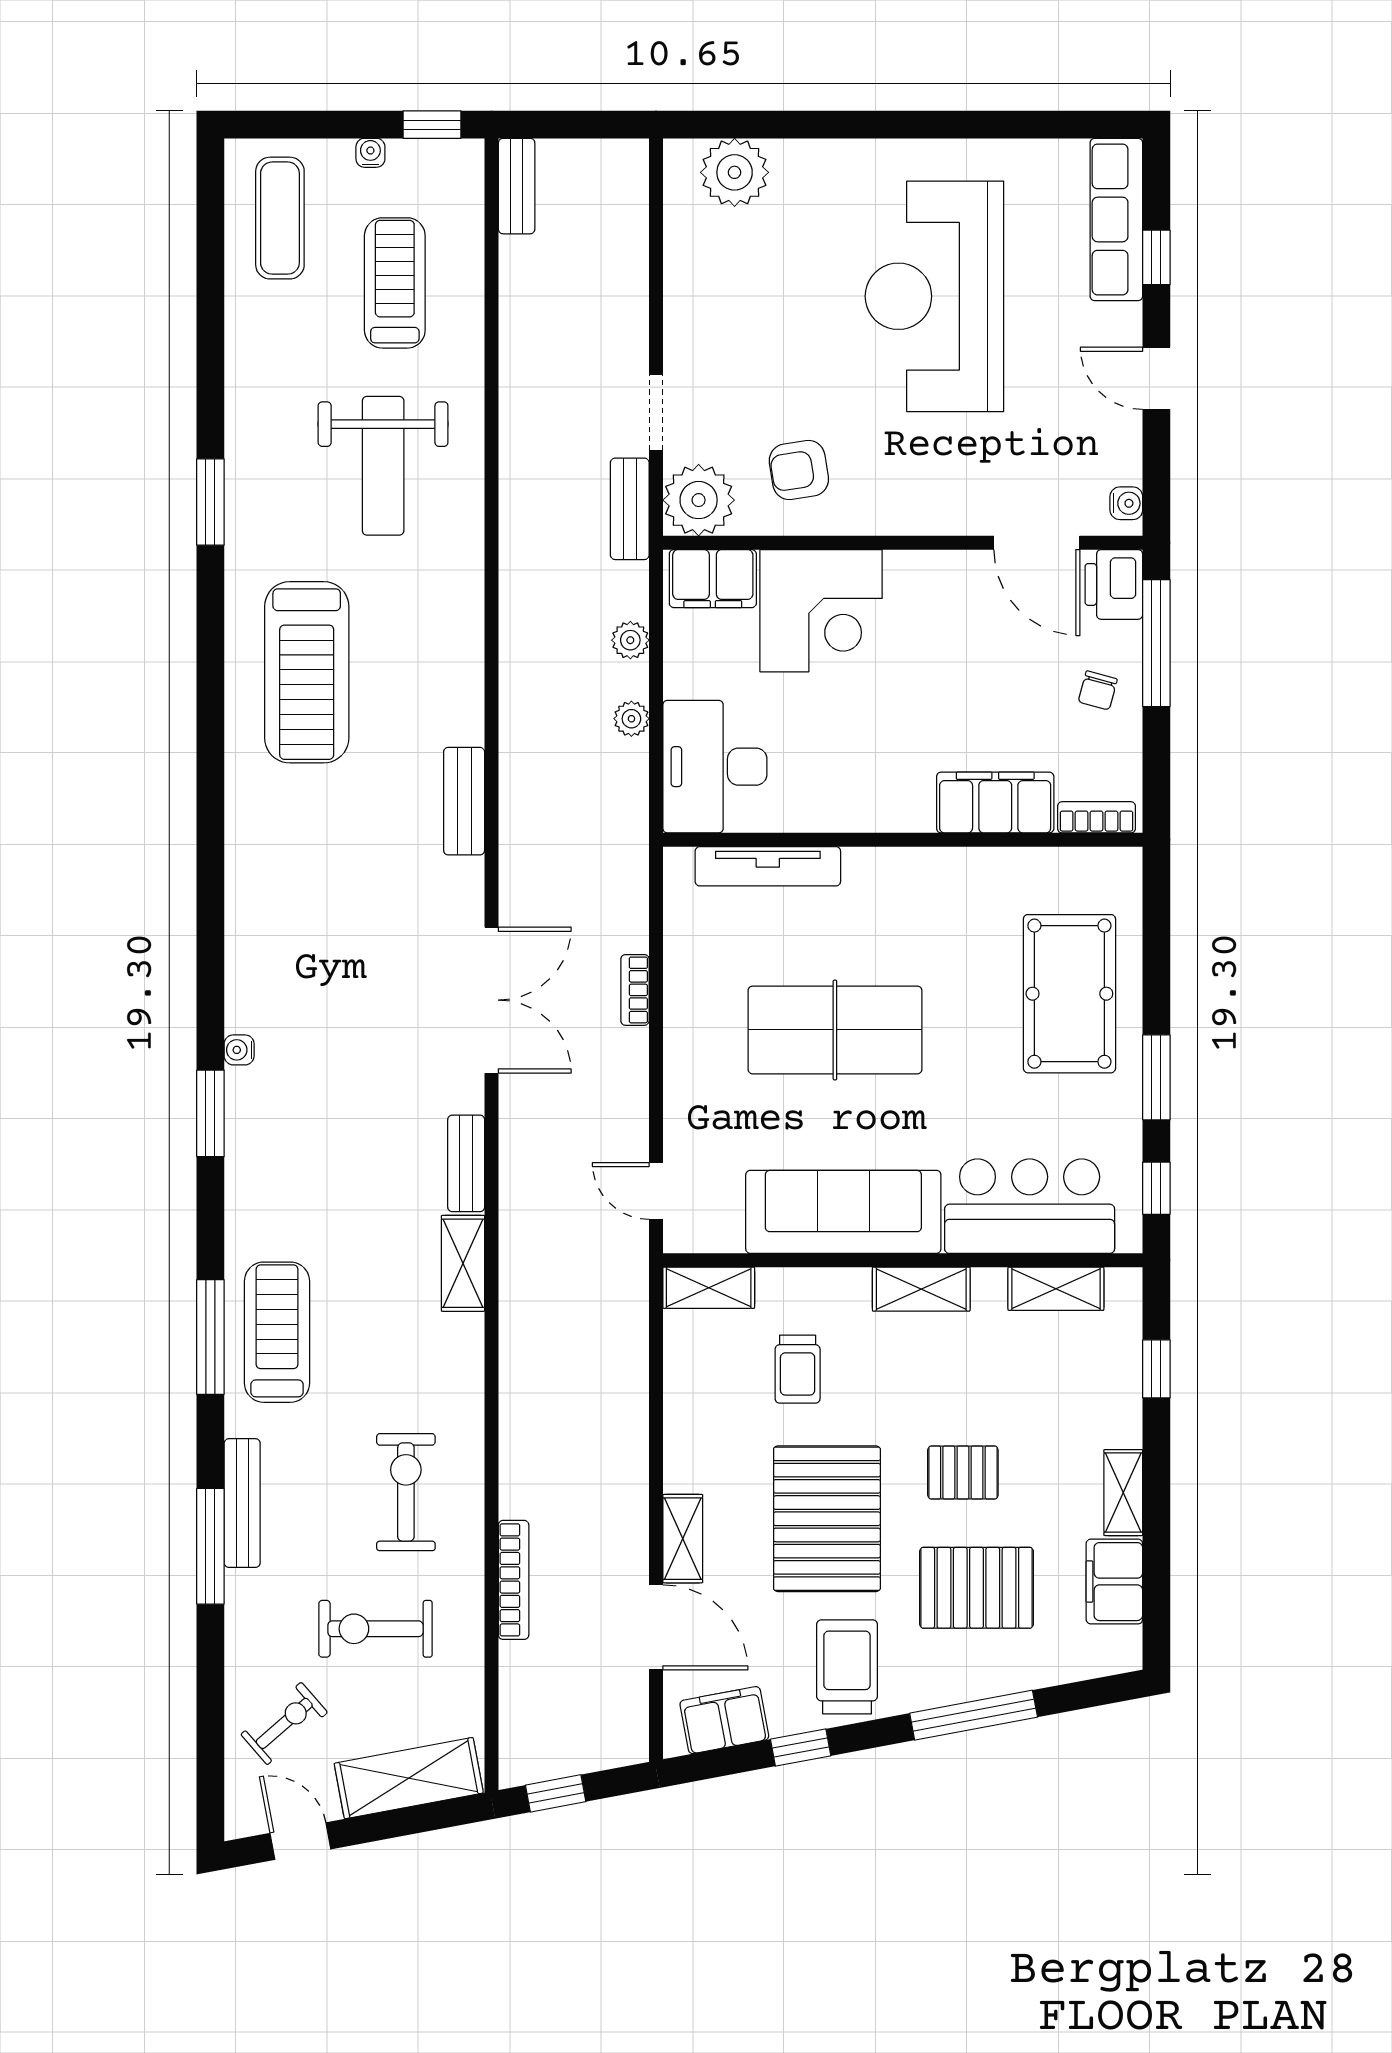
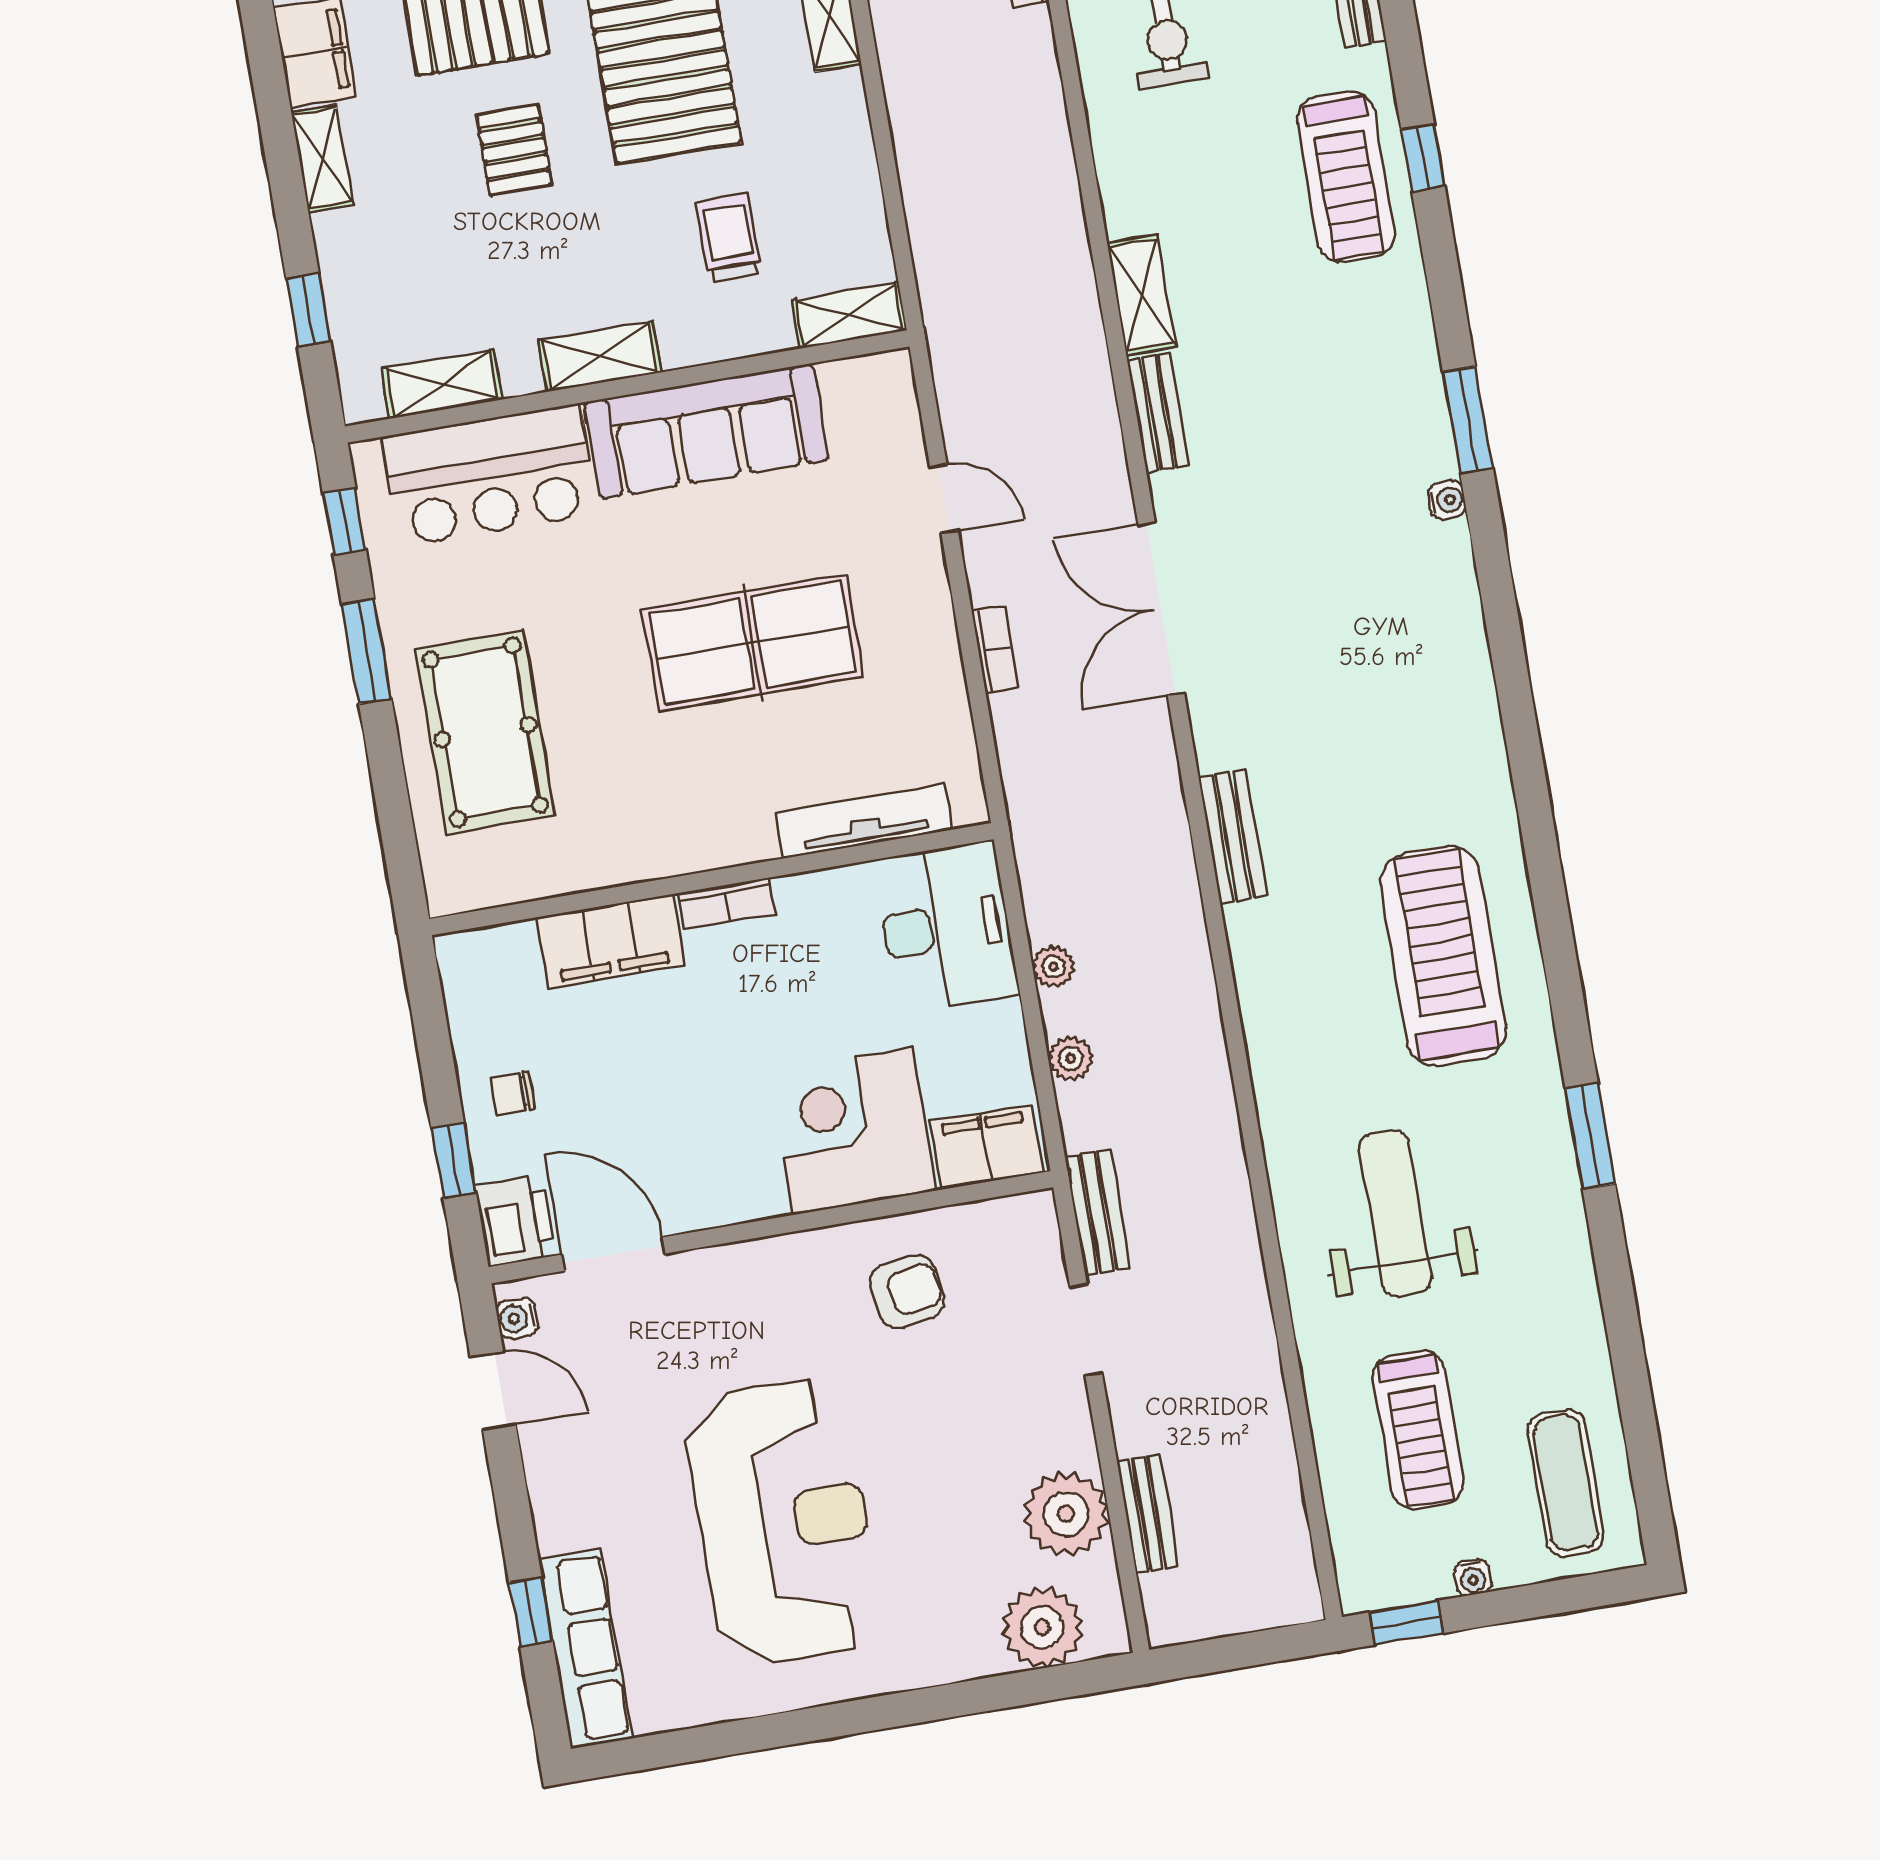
bench: (517, 186) -> (1148, 1514), moved
door: (1156, 378) -> (493, 1391), moved
plant: (699, 500) -> (1066, 1514), moved
window: (1156, 643) -> (454, 1160), width x0.46
chair: (1098, 690) -> (513, 1093), turned -105
bookcase: (1097, 817) -> (726, 904), moved
door: (656, 1191) -> (944, 499), moved
window: (210, 1337) -> (1423, 158), width x0.46
pallet: (963, 1473) -> (514, 150), turned 90

